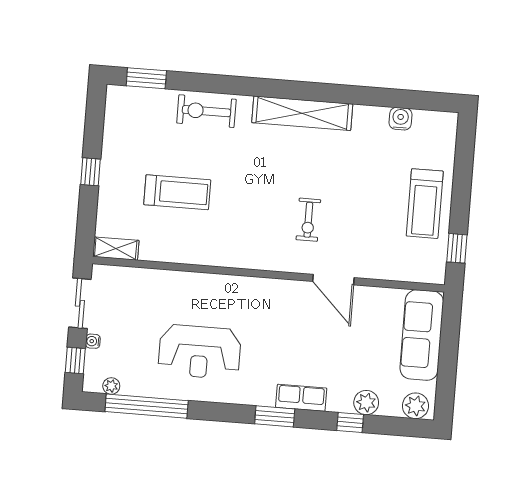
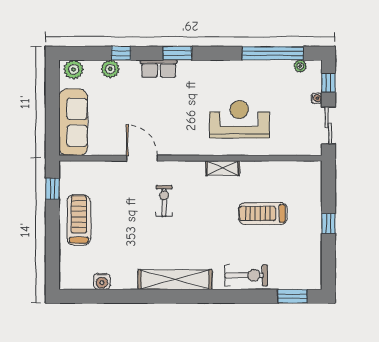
shelving: (116, 249) -> (223, 168), moved
reception desk: (200, 352) -> (239, 119), moved

